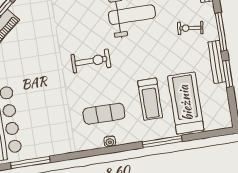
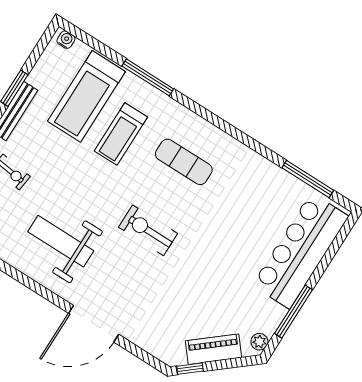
treadmill: (150, 99) -> (121, 134), turned 180
water cooler: (110, 141) -> (66, 40), moved

